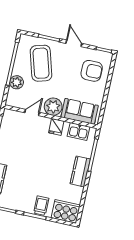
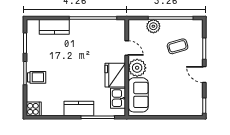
door: (74, 43) -> (204, 74), swing flipped
coffee table: (41, 63) -> (178, 46), width x0.54, depth x0.58
armchair: (92, 71) -> (181, 98), removed
fridge: (56, 127) -> (115, 75), width x1.88, depth x1.34
cooker: (66, 211) -> (34, 109), width x0.53, depth x0.76

